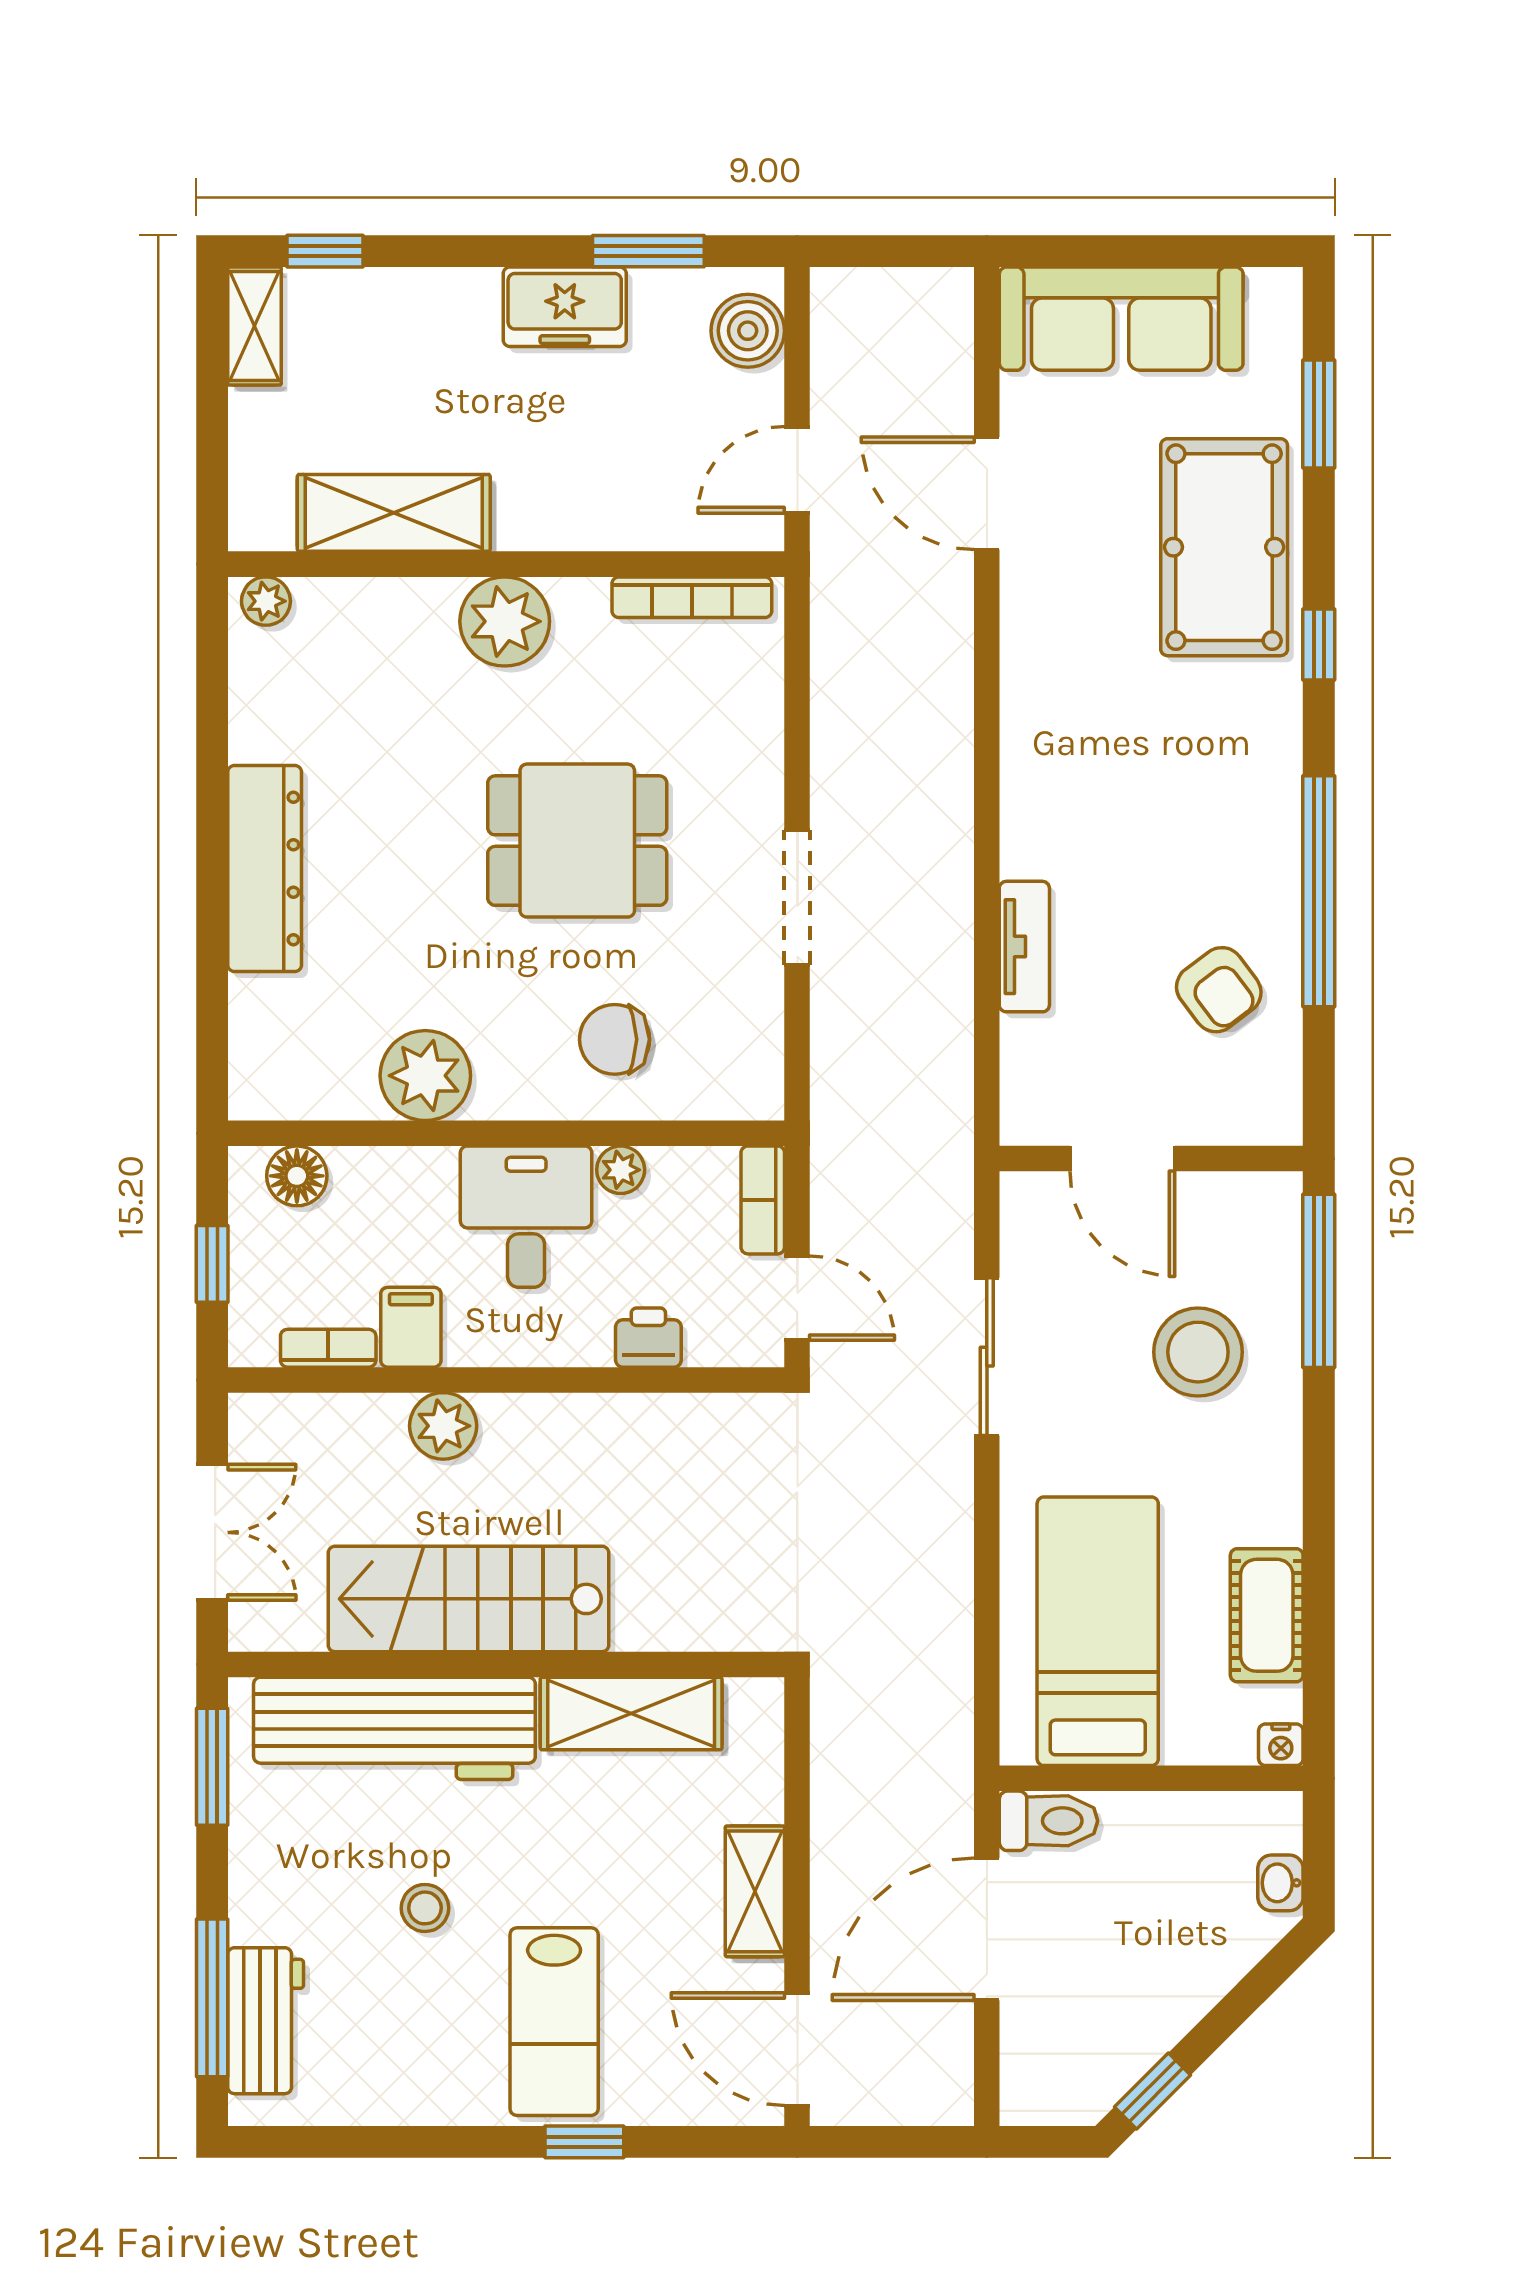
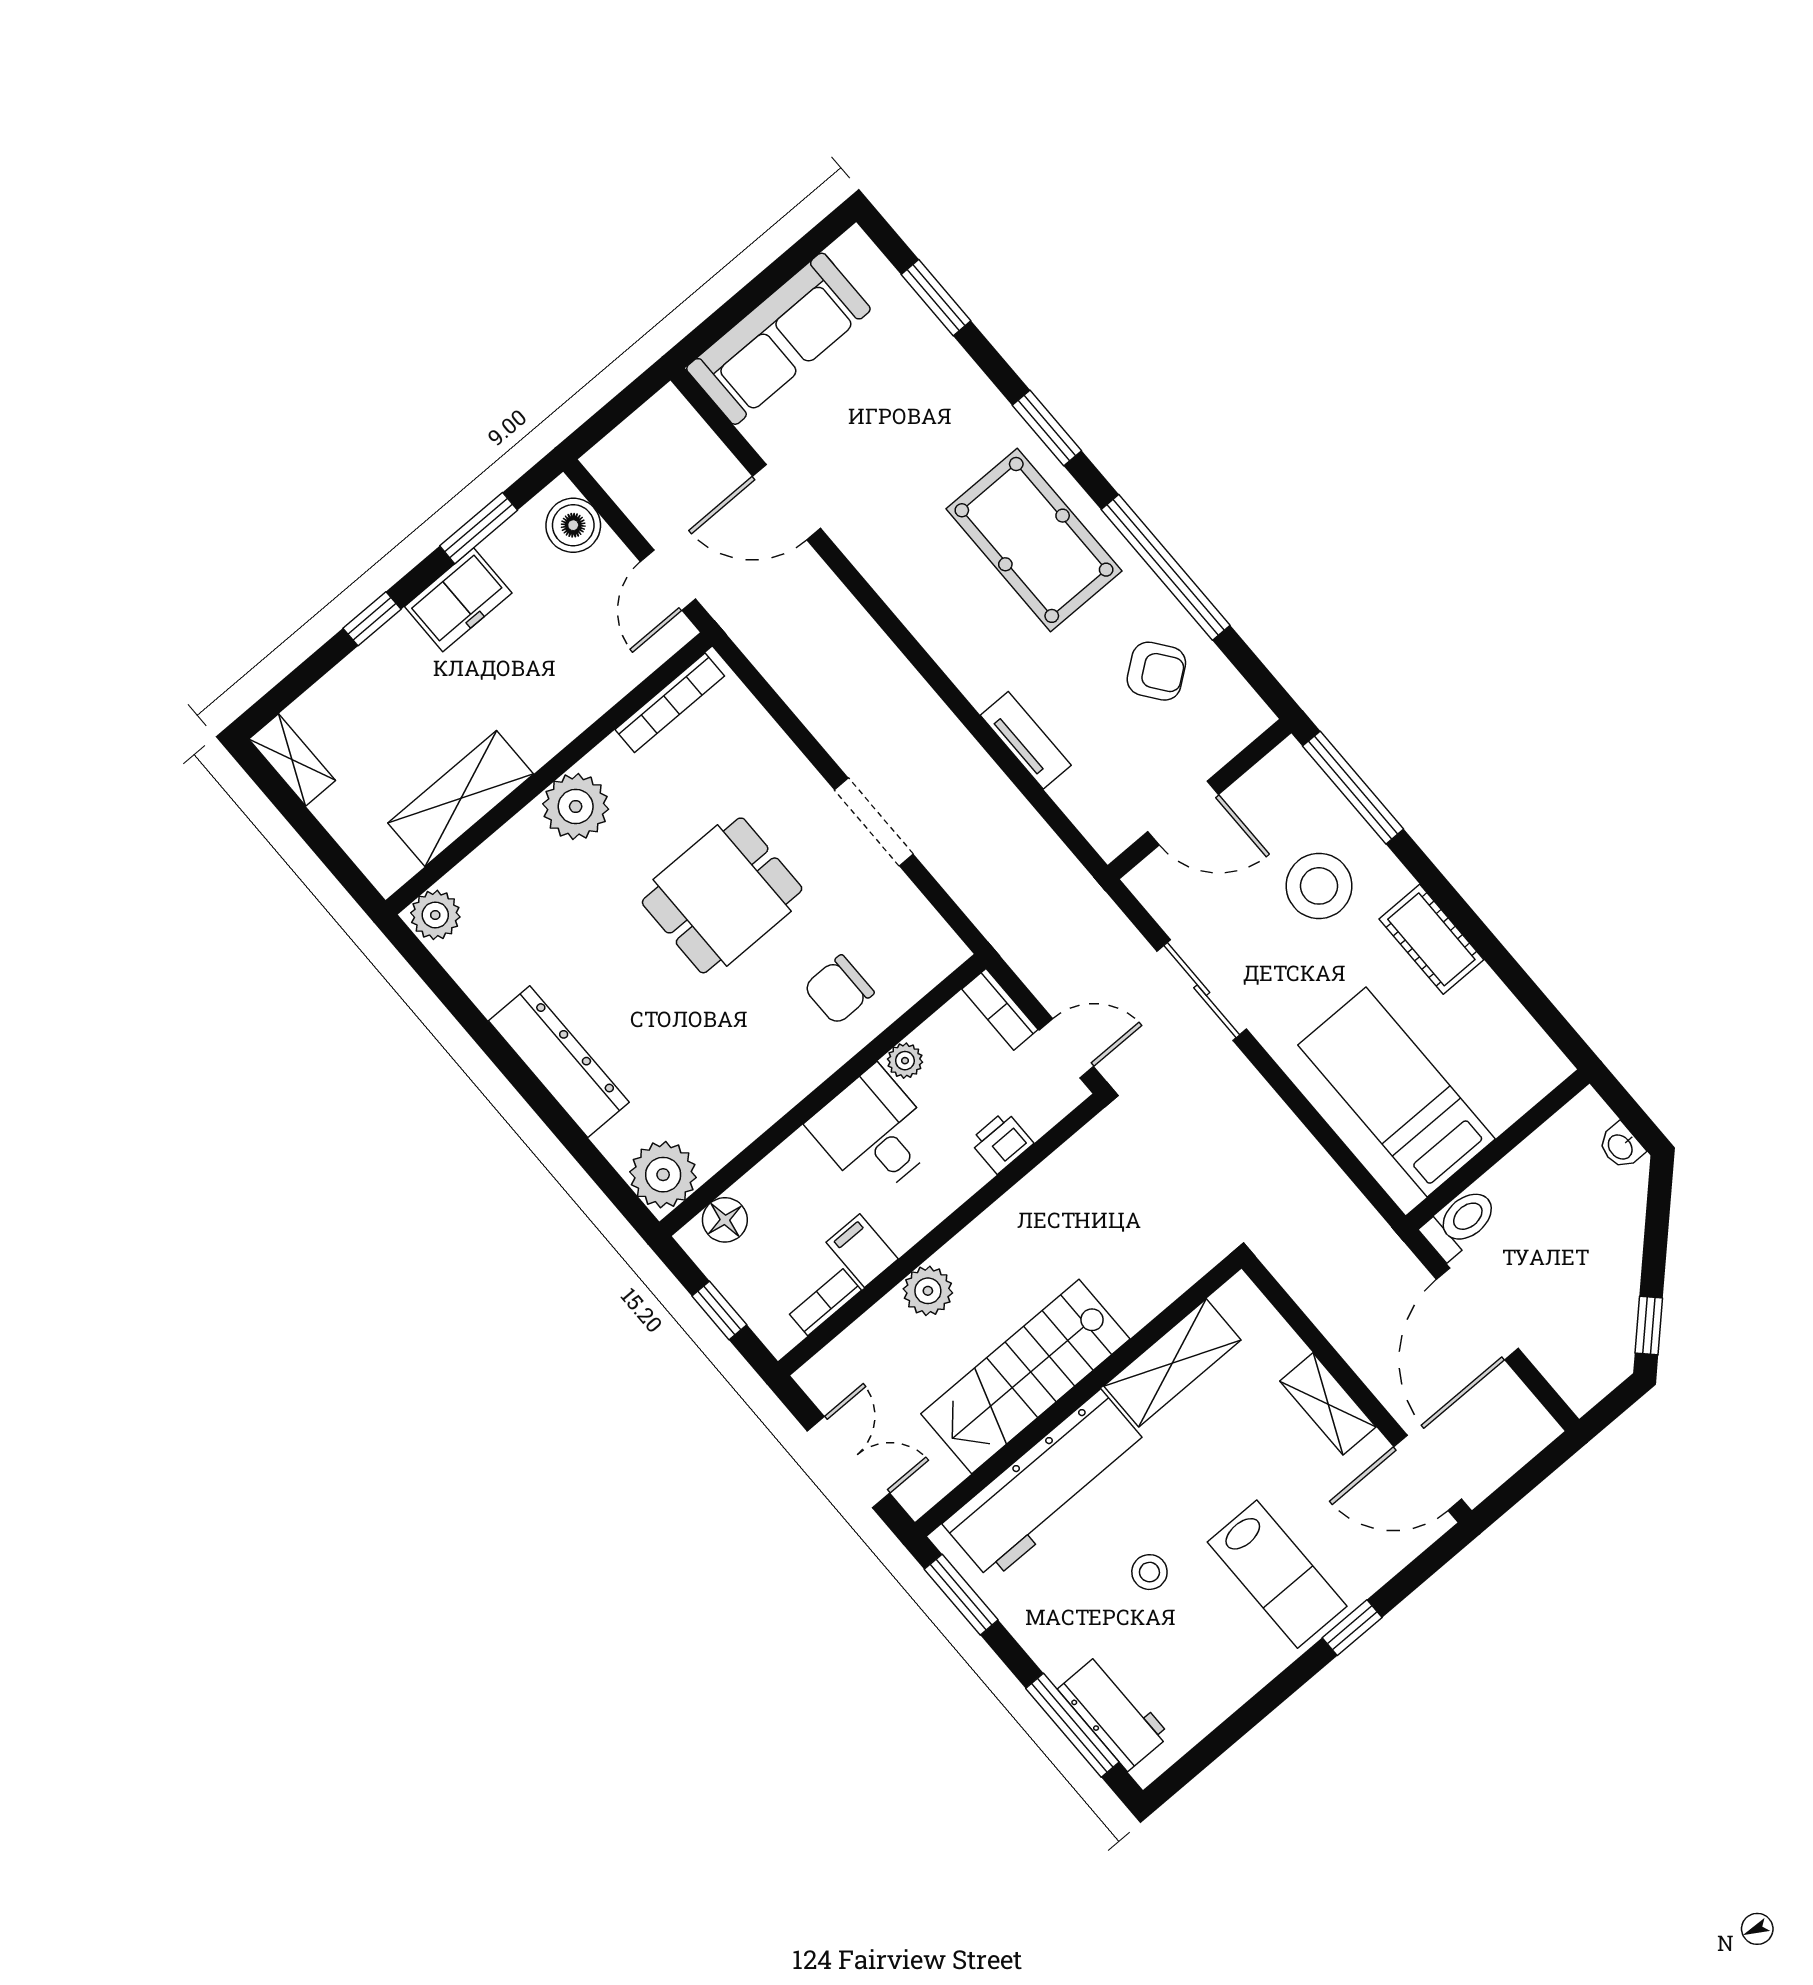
window: (325, 251) -> (372, 619), moved
pool table: (1224, 547) -> (1034, 540), moved
plant: (266, 601) -> (435, 915), width x1.38, depth x1.38
window: (1319, 645) -> (1047, 428), width x1.50
plant: (425, 1076) -> (663, 1175), moved
cot: (1267, 1615) -> (1431, 939), moved
nightstand: (1281, 1745) -> (1555, 1068), removed

